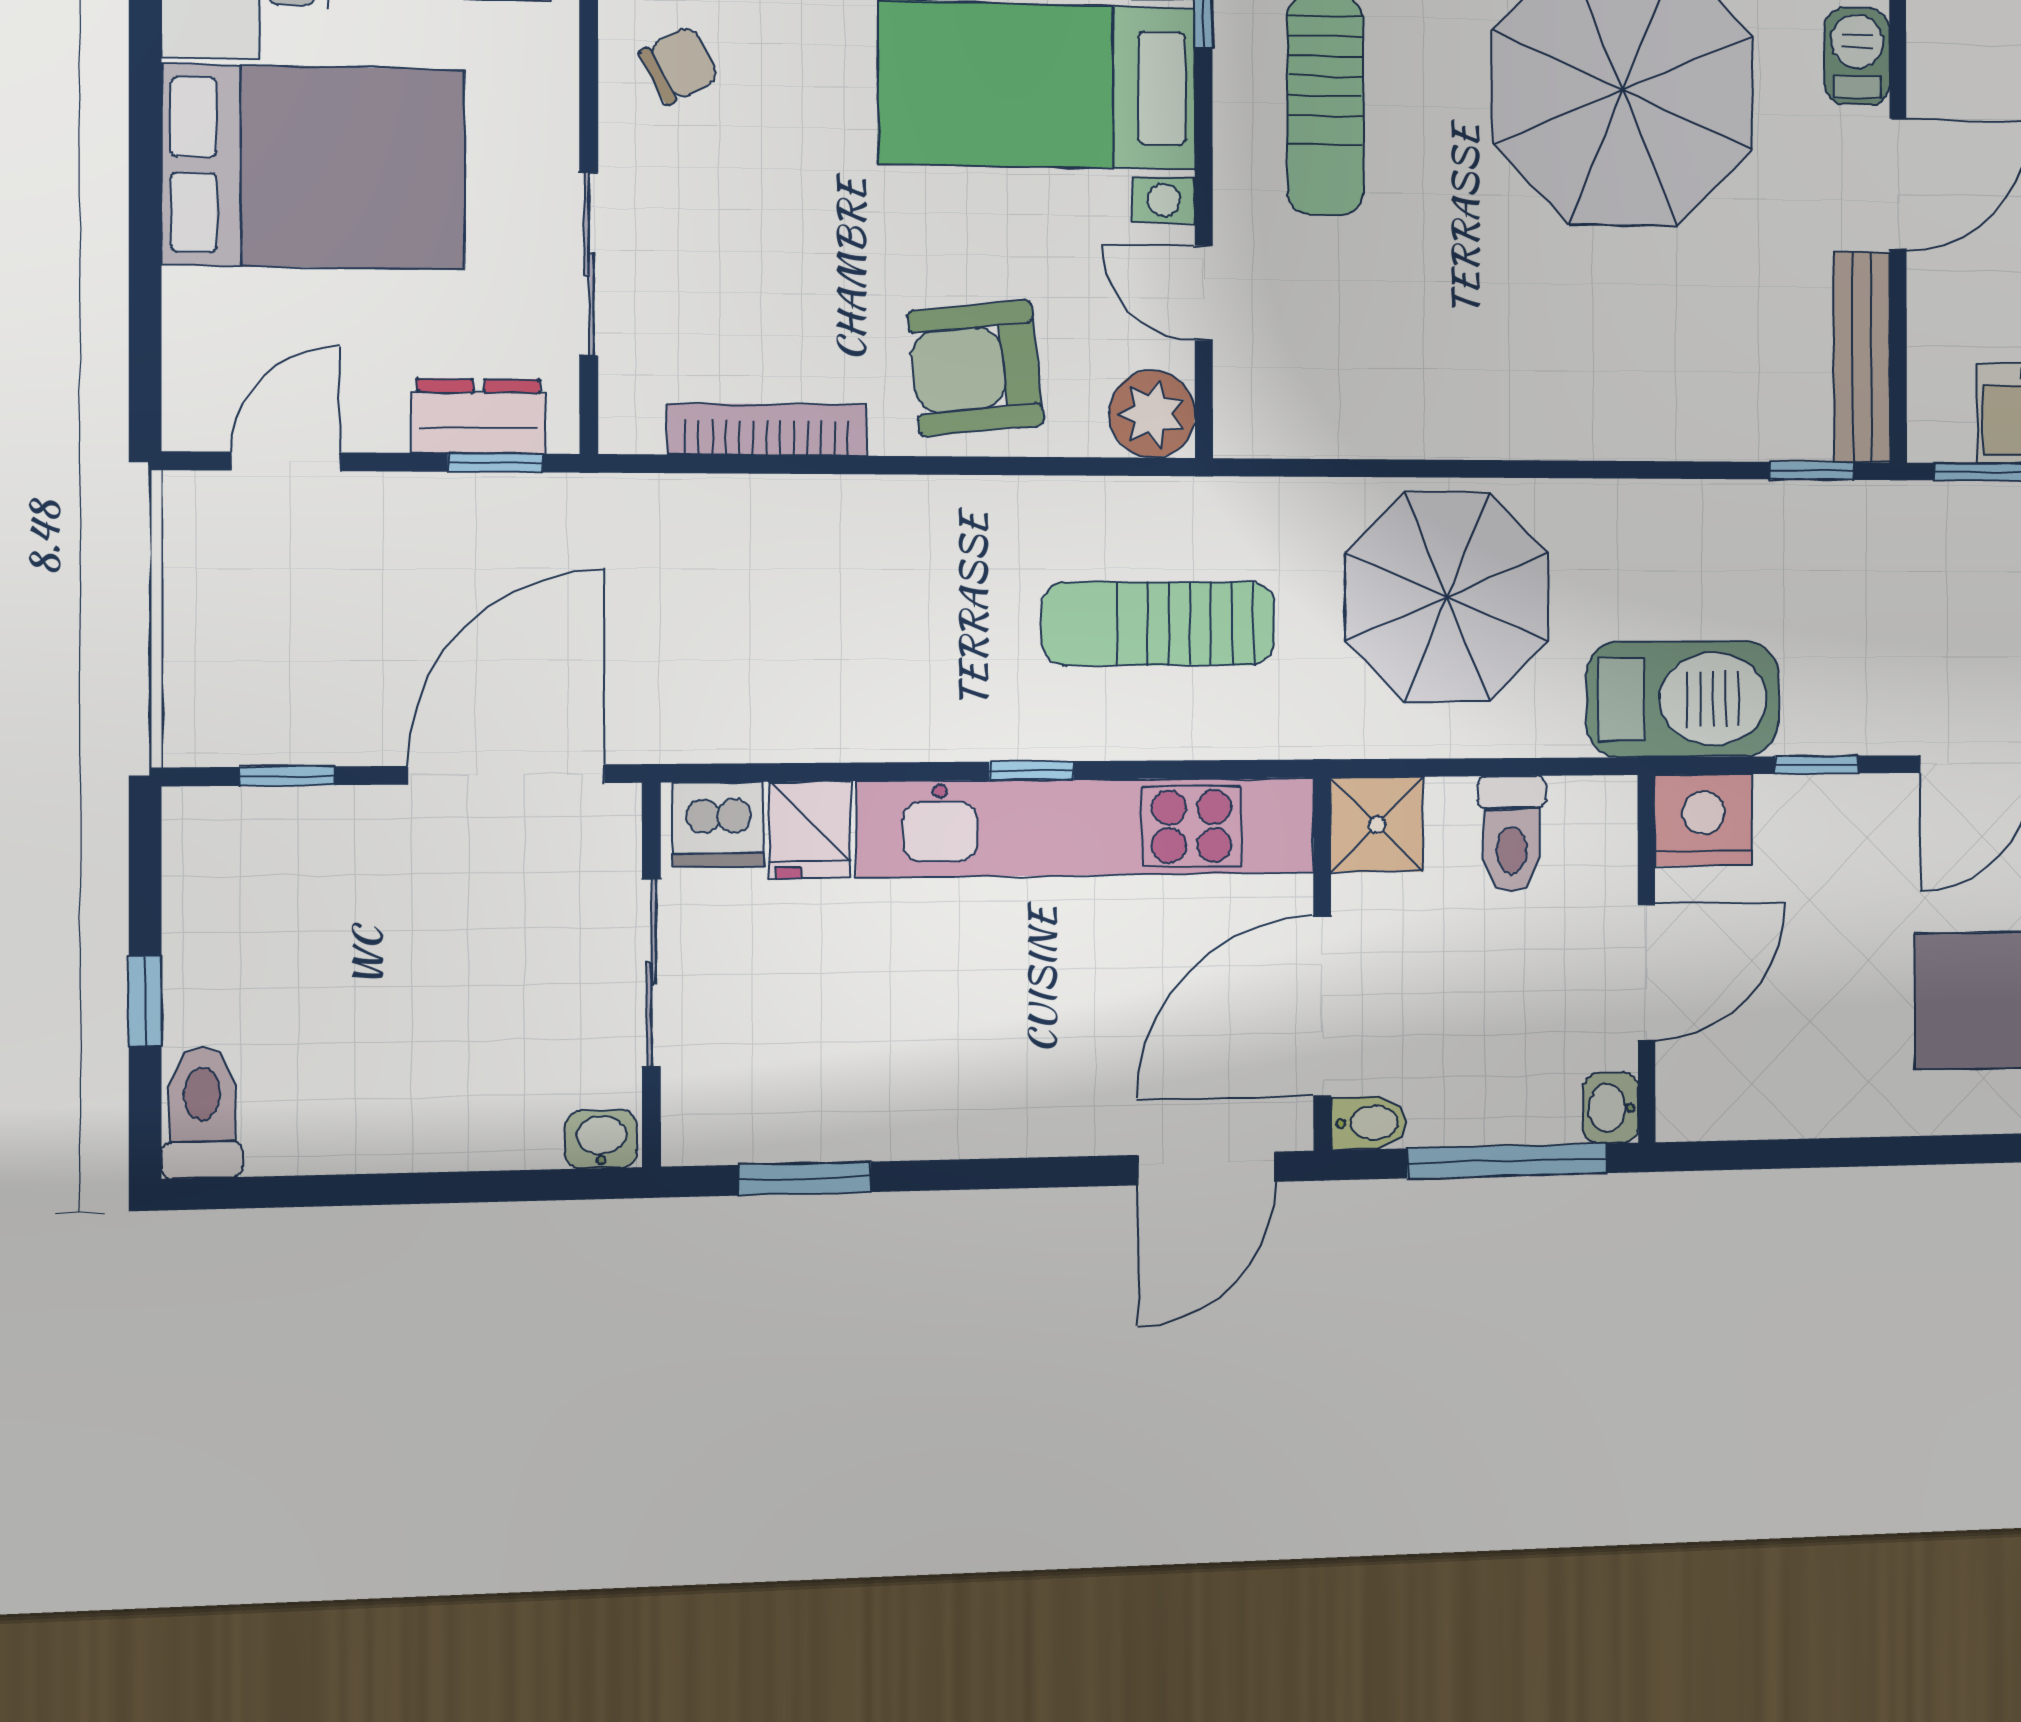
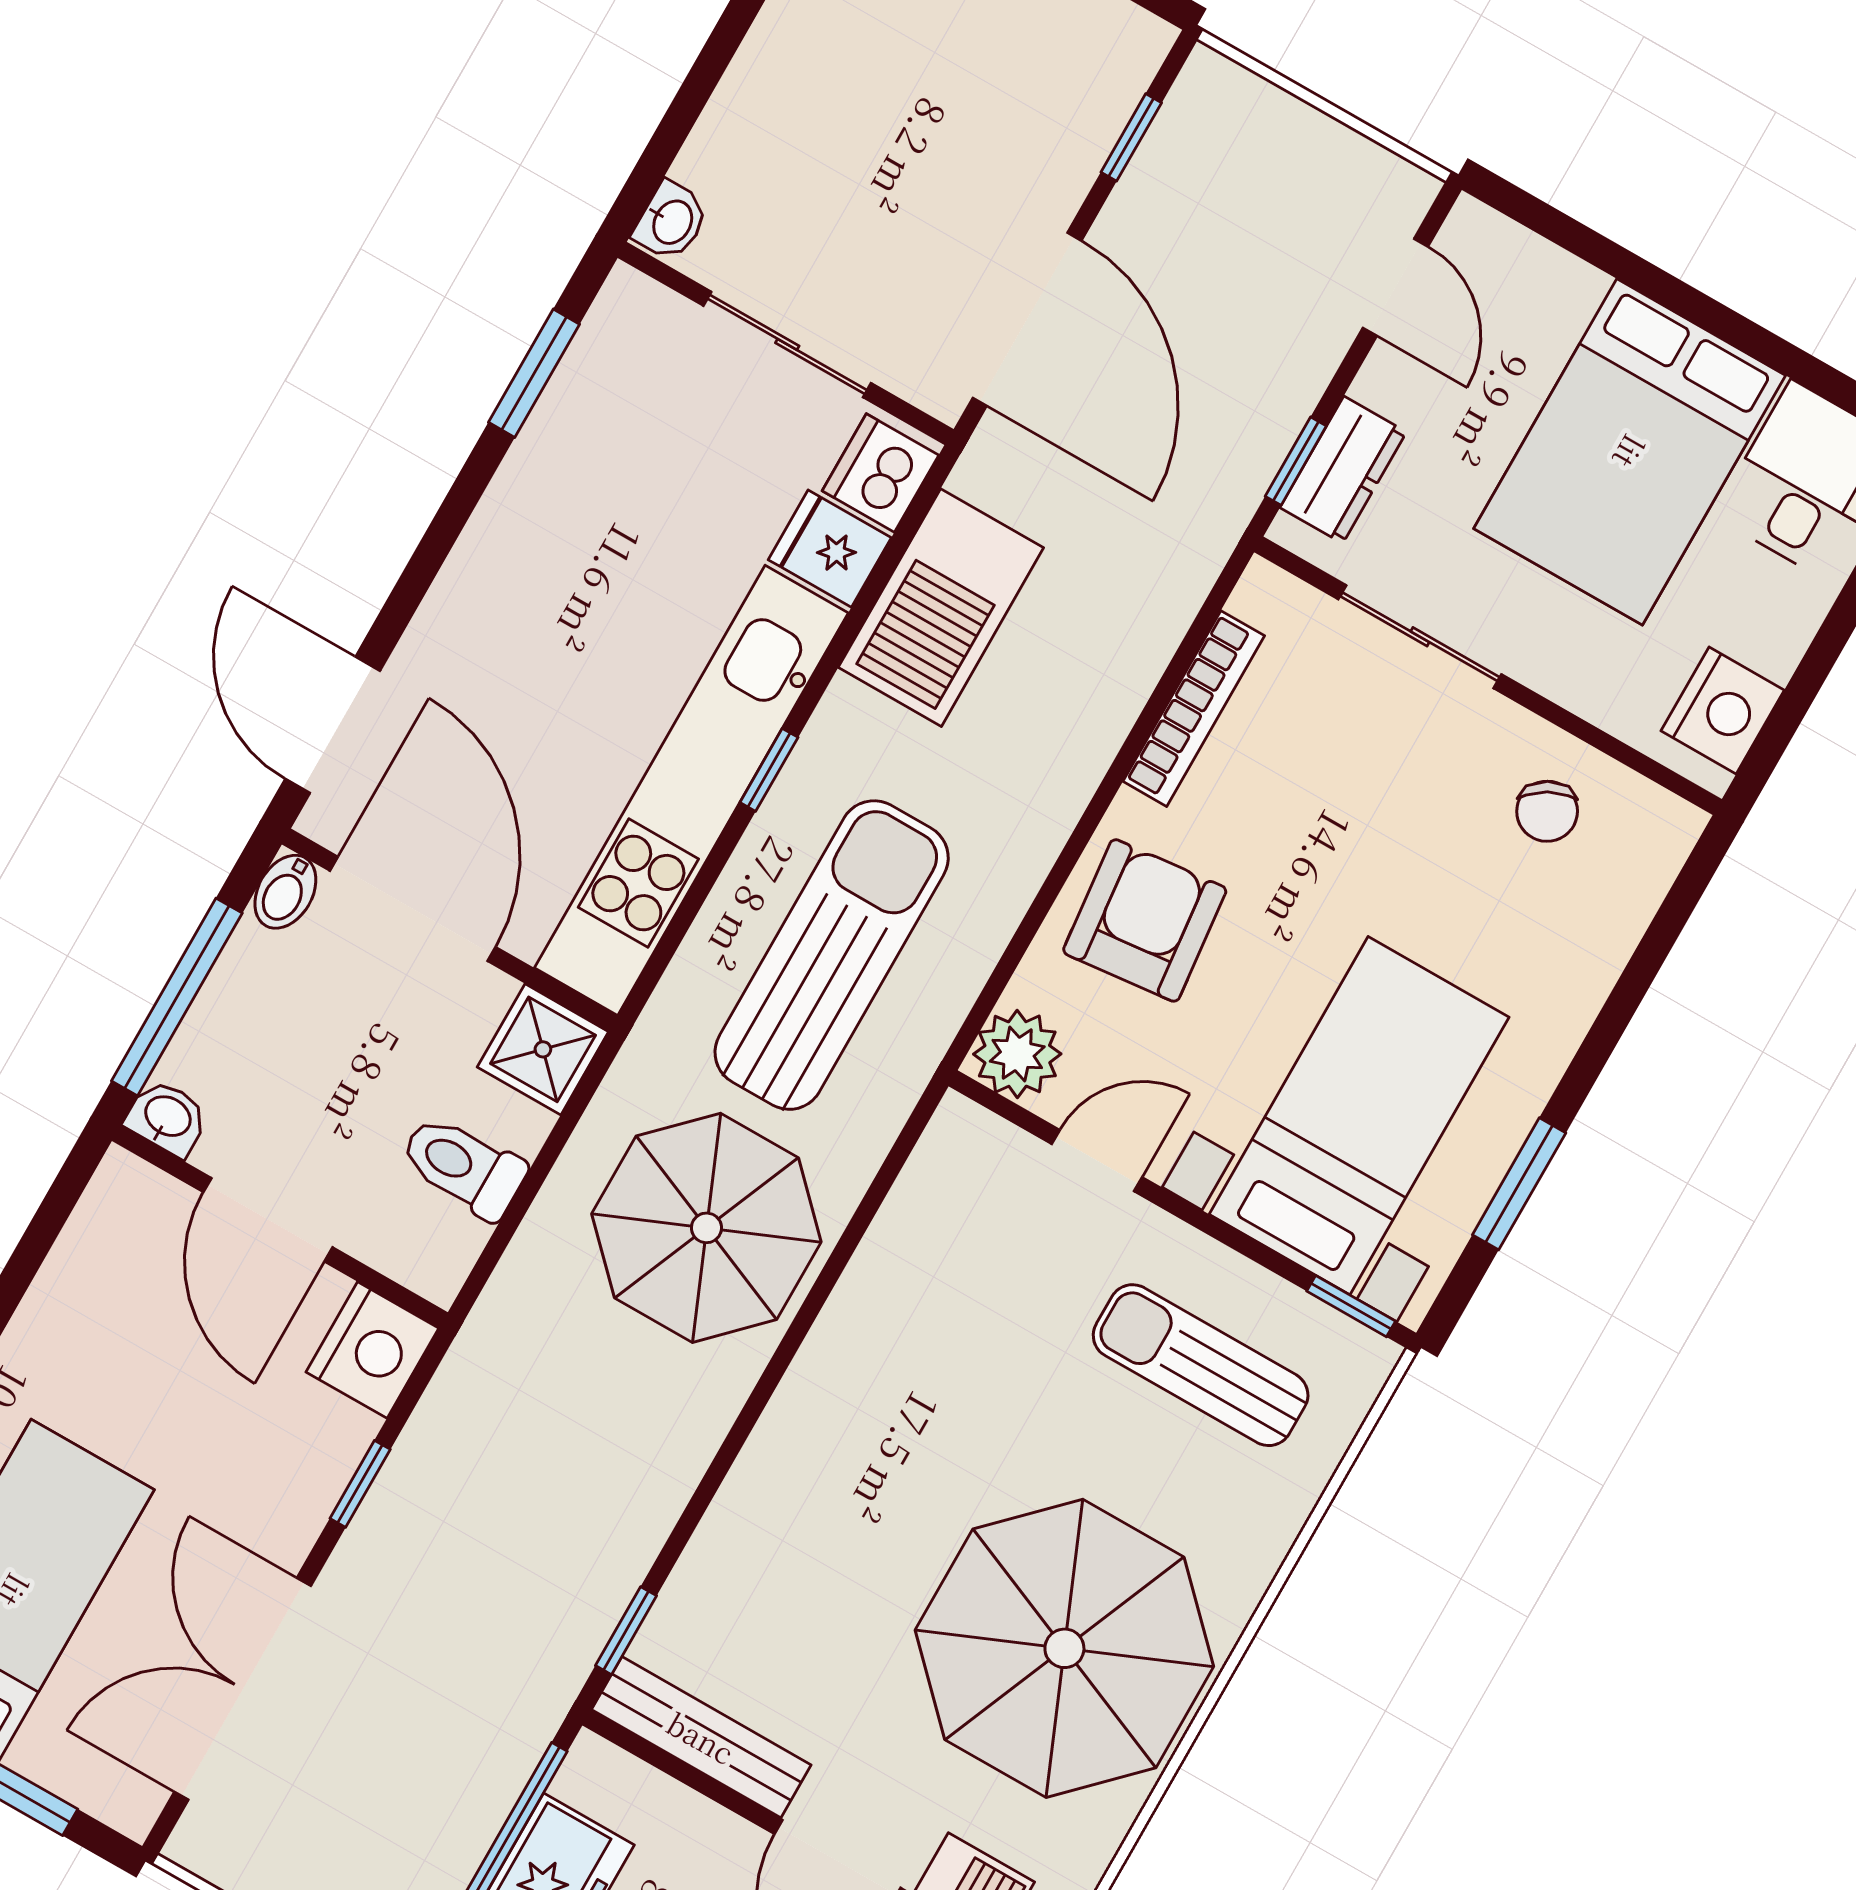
sun lounger: (1159, 624) -> (832, 955), width x1.36, depth x1.34
barbecue: (1683, 699) -> (941, 608), moved

